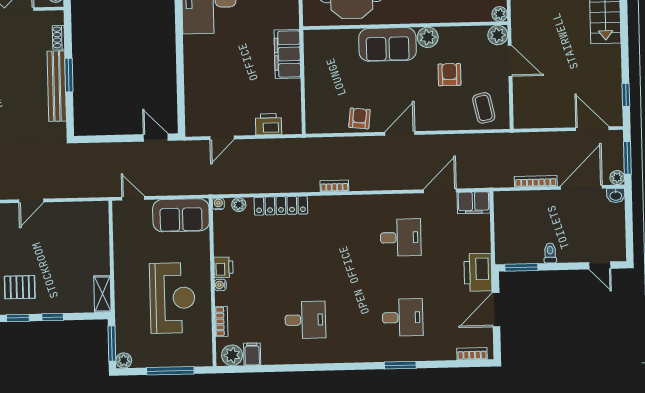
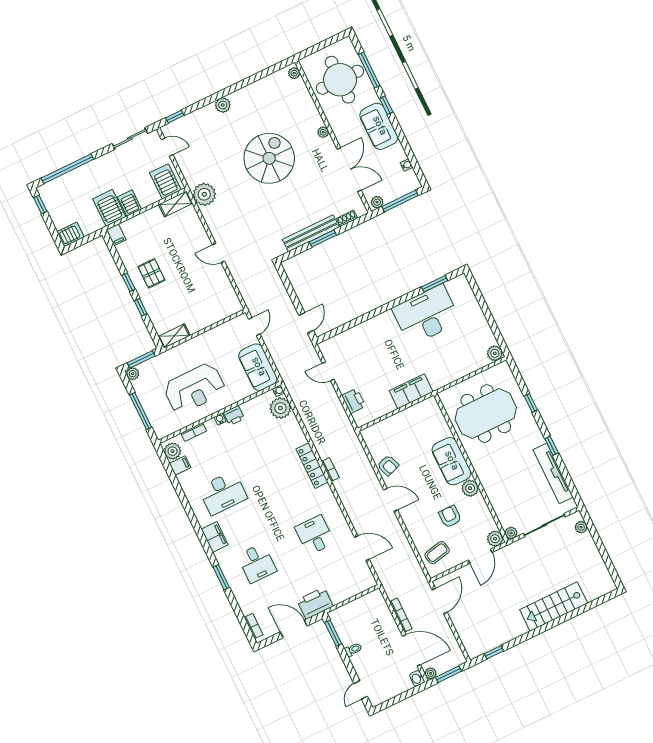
armchair: (449, 75) -> (450, 517), turned -90
armchair: (359, 118) -> (388, 465), turned 64
door: (592, 129) -> (440, 601), moved
filing cabinet: (474, 203) -> (215, 537), moved, turned 180
plant: (239, 205) -> (280, 408), width x1.87, depth x1.87
locker: (281, 206) -> (312, 466), moved
desk: (401, 238) -> (315, 535), turned 180
desk: (305, 320) -> (223, 493), width x1.37

